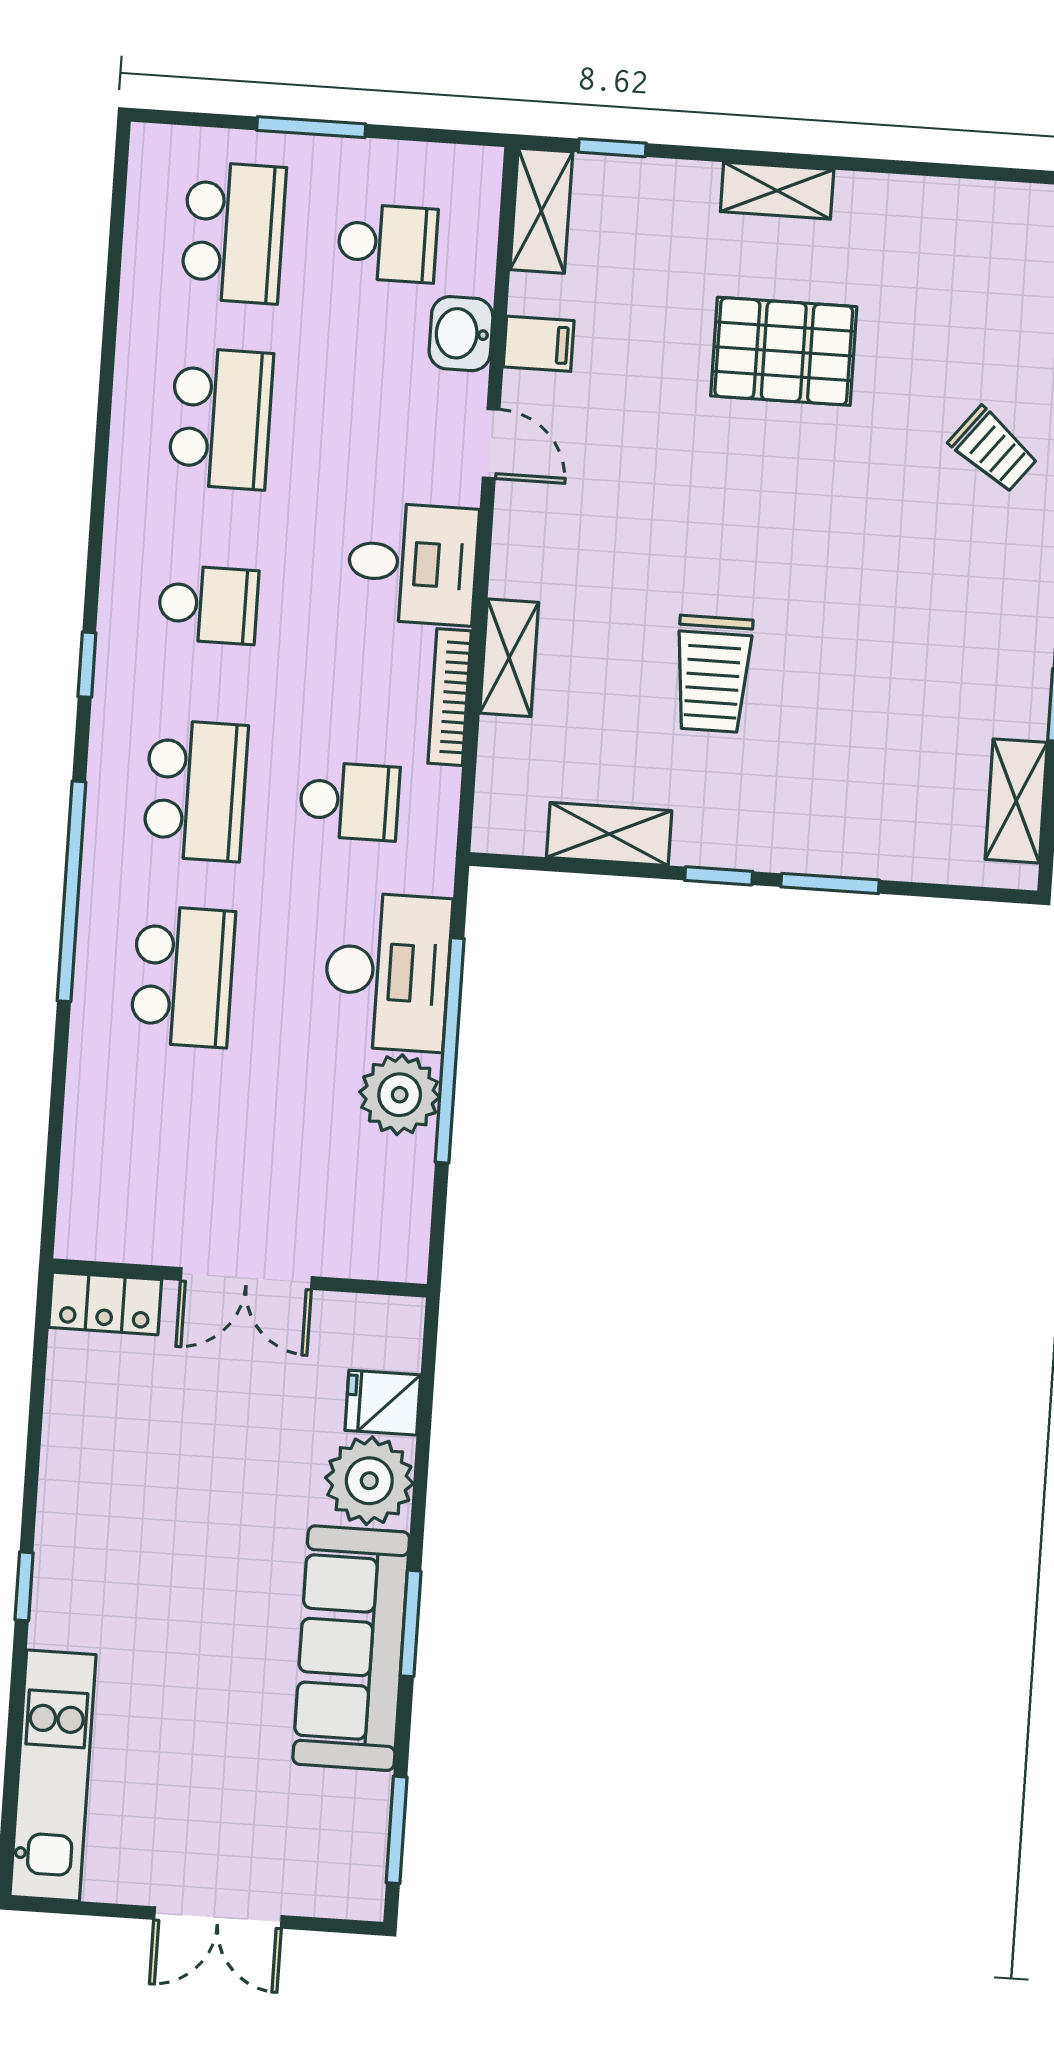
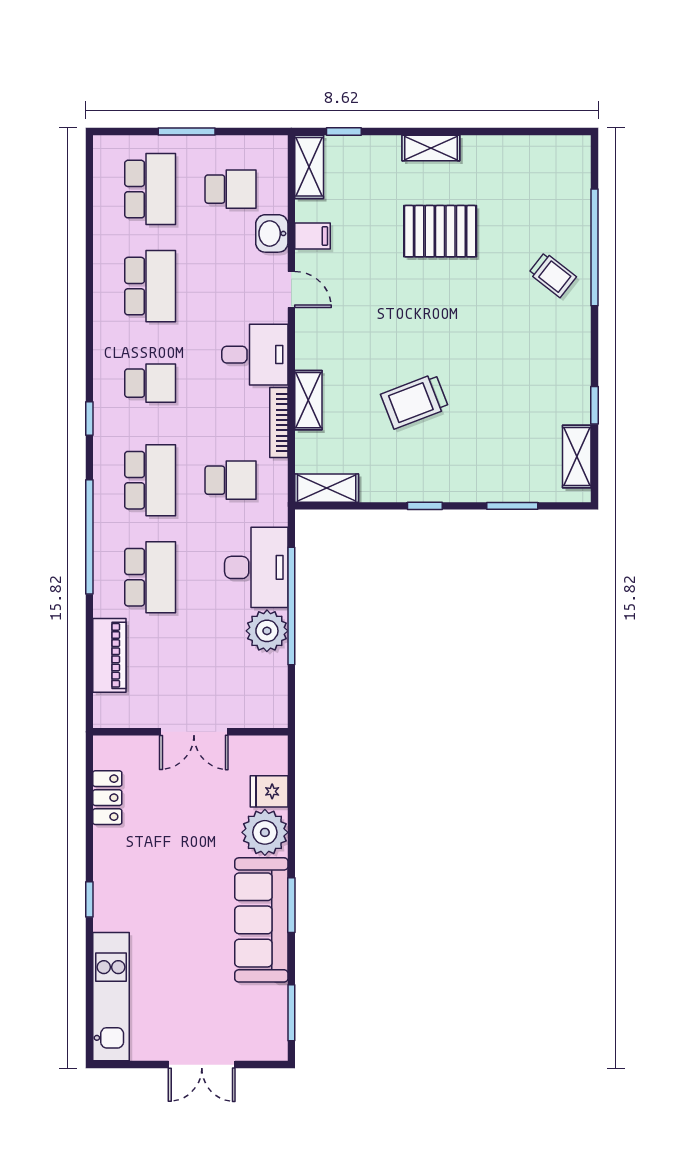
trolley: (713, 674) -> (415, 401), turned 69
shelving: (609, 834) -> (327, 488), moved
window: (830, 883) -> (512, 506), moved
piano: (94, 1121) -> (109, 655), added
locker: (105, 1304) -> (107, 798), moved, turned -90

